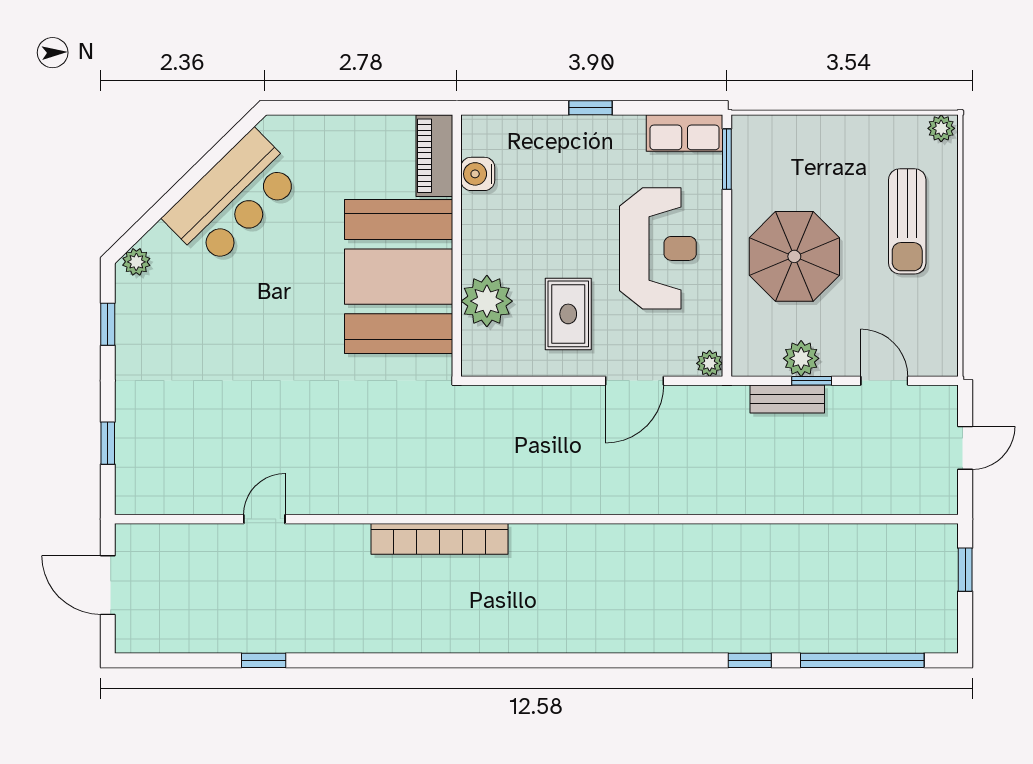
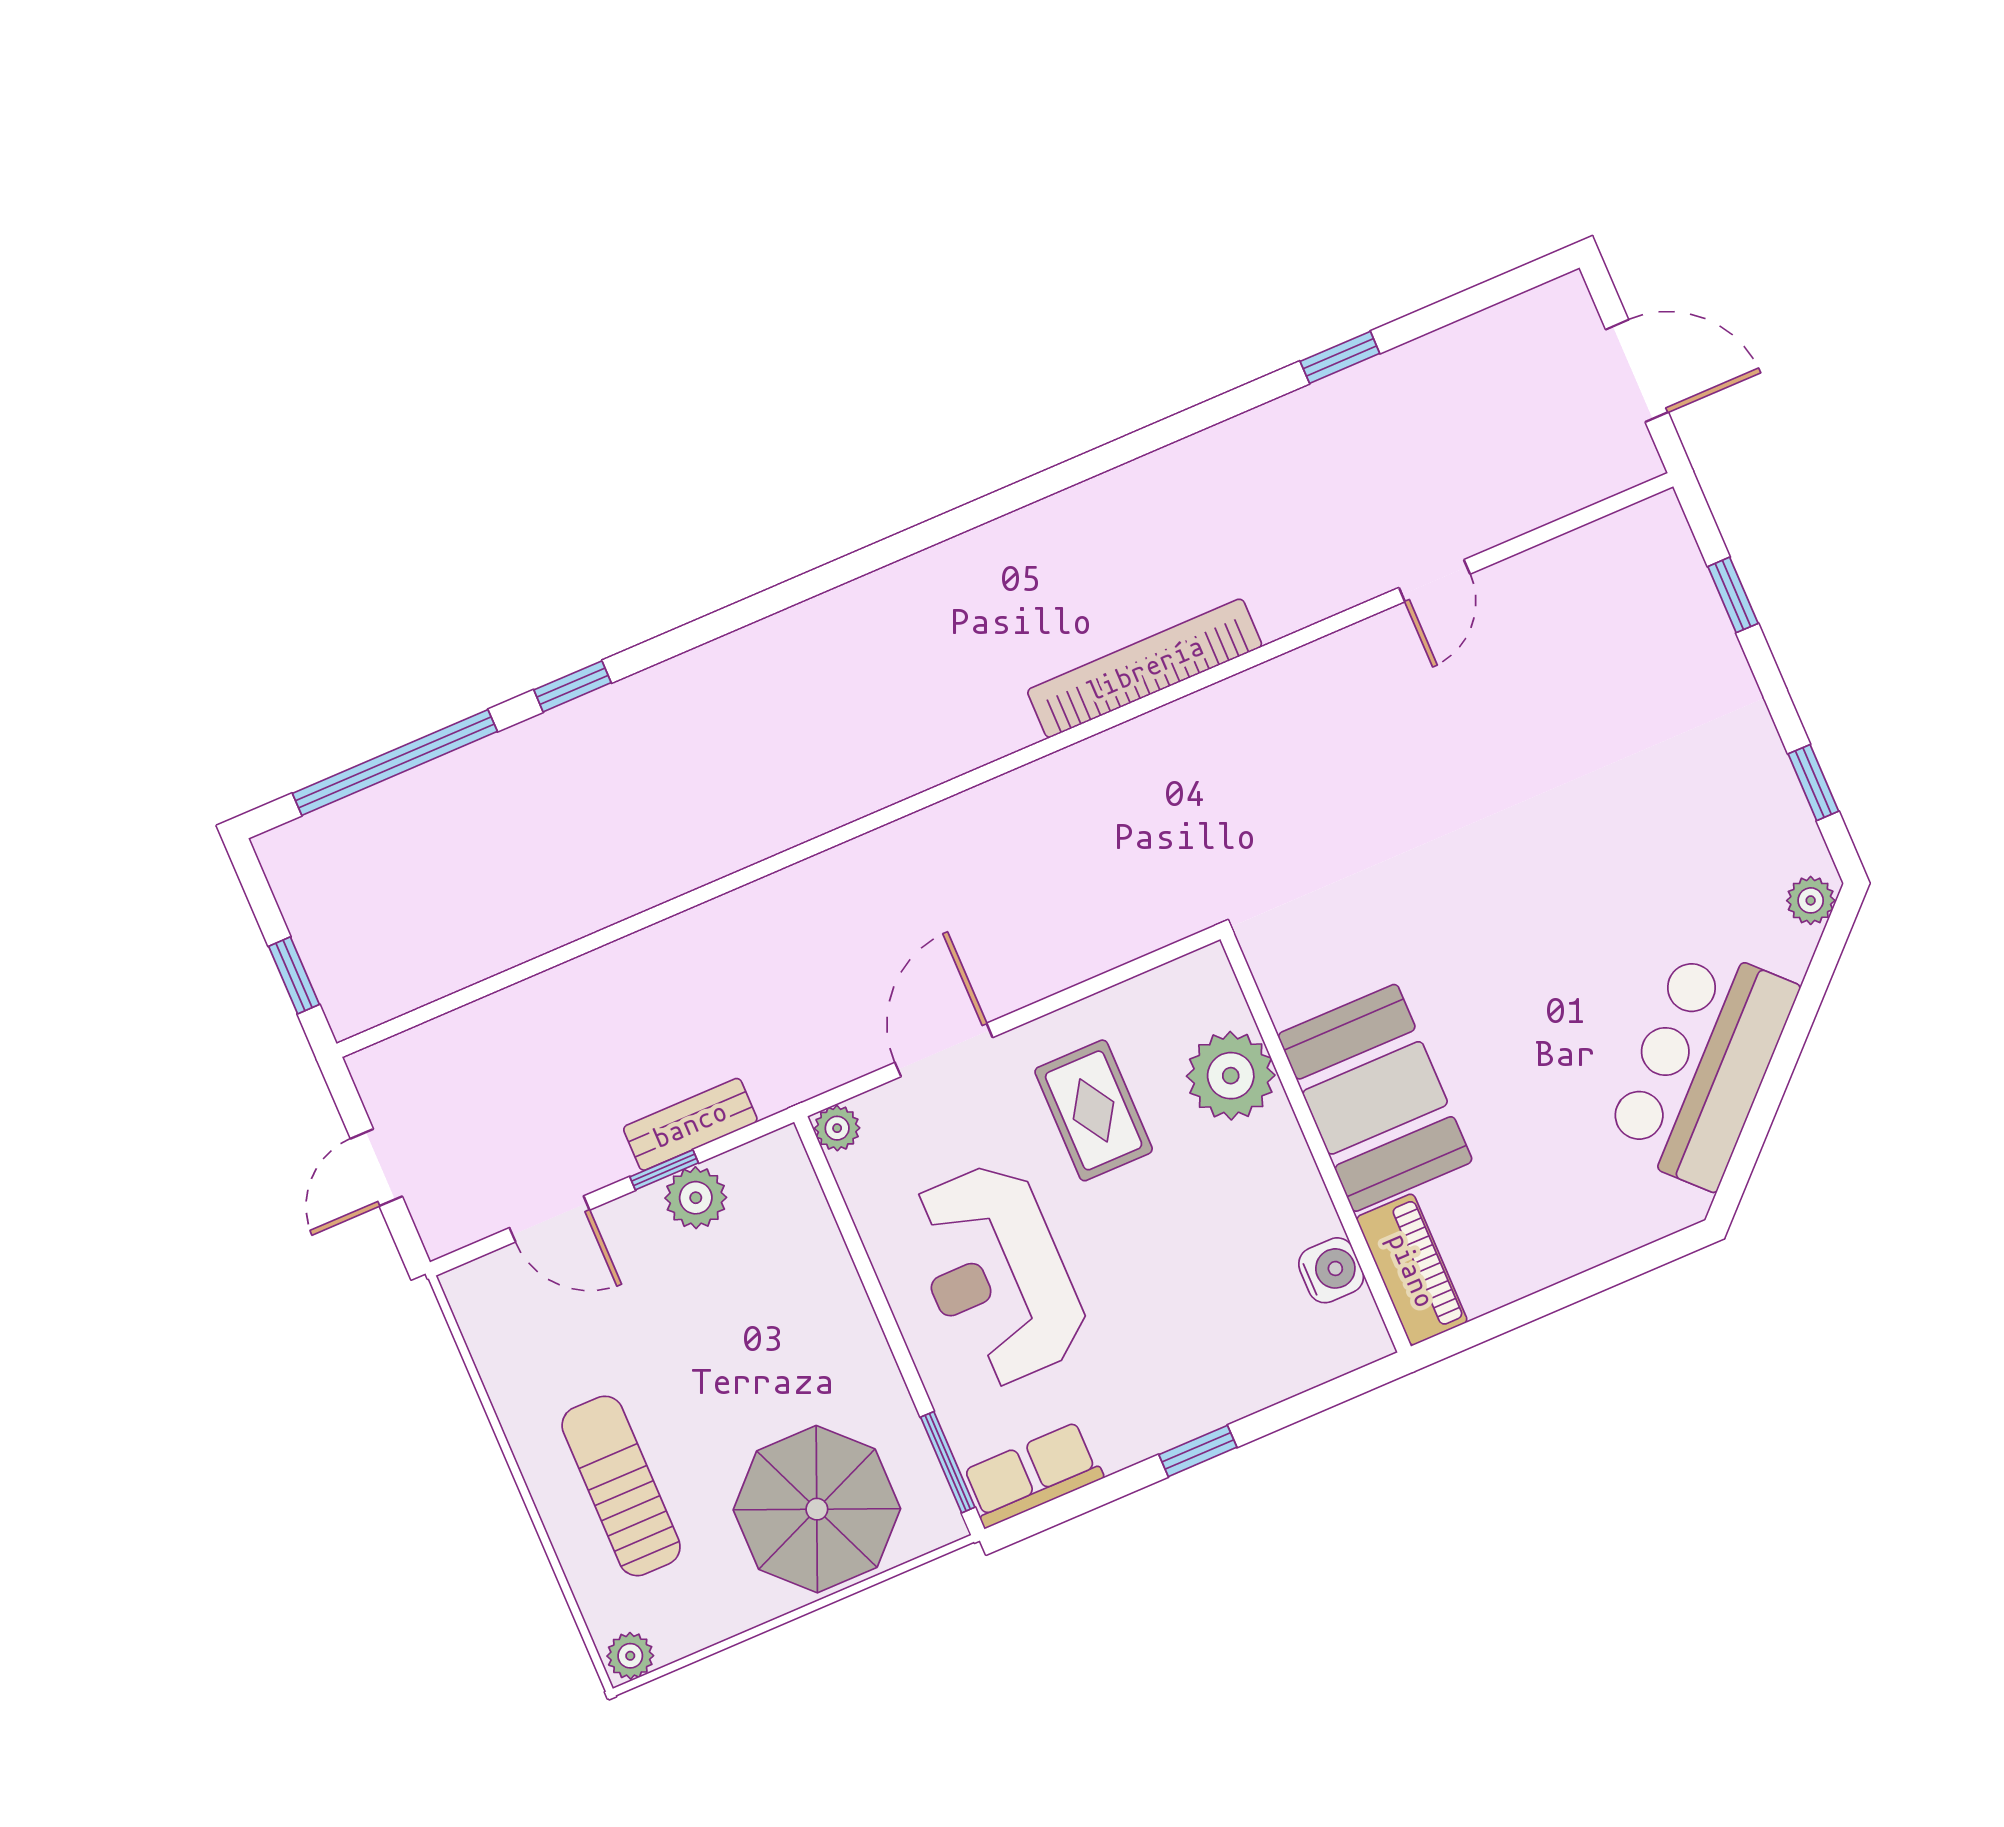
parasol: (794, 256) -> (817, 1509), moved
booth: (399, 277) -> (1375, 1098), width x0.73, depth x0.70

